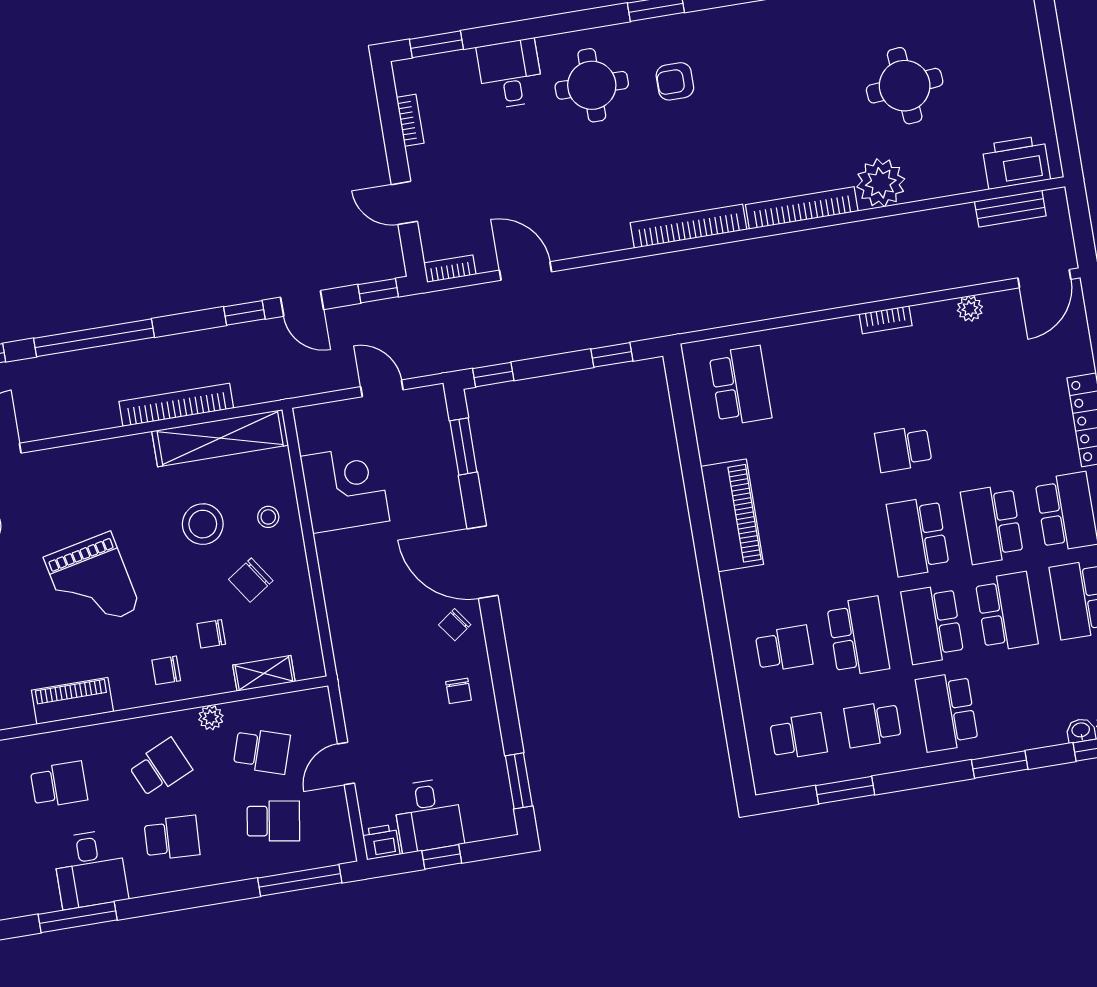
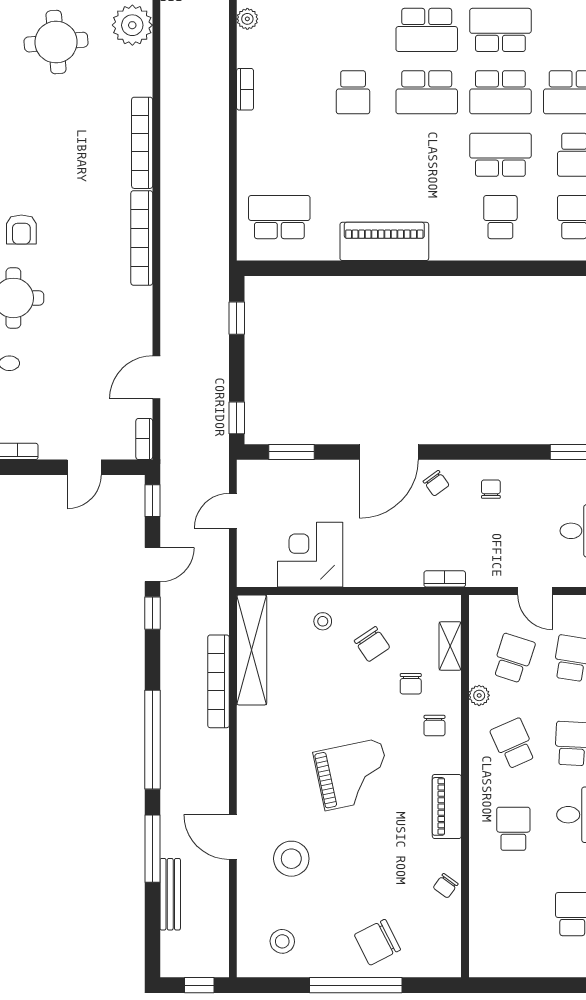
plant: (881, 183) -> (132, 25), moved
stool: (203, 524) -> (320, 676), removed
bookcase: (343, 654) -> (445, 579), added
chair: (458, 691) -> (491, 489), turned -90

